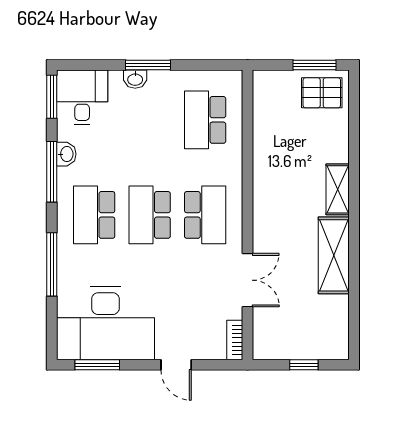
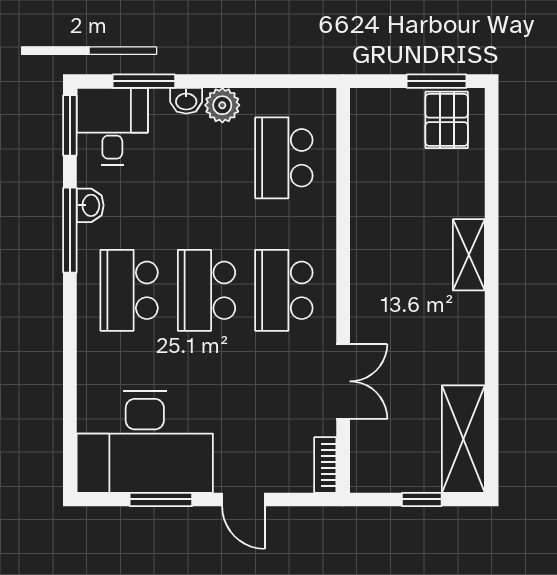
window: (148, 65) -> (144, 81), moved
plant: (161, 82) -> (222, 105), added
pallet: (322, 93) -> (447, 120), turned 90
school desk: (205, 215) -> (284, 290), turned 180
shelving: (334, 255) -> (463, 439), moved
window: (52, 264) -> (70, 359), removed
window: (97, 365) -> (161, 499), moved

